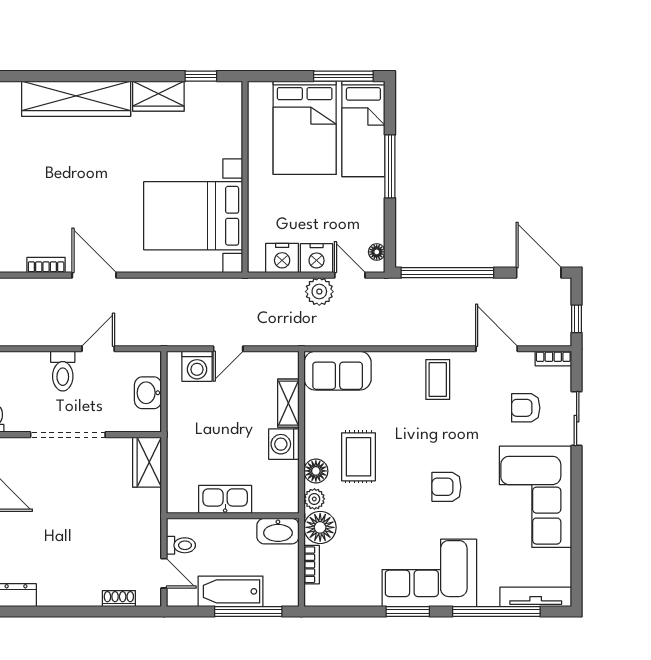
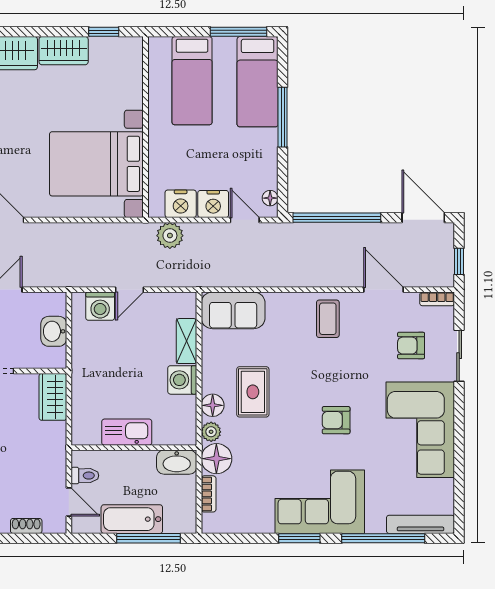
bed: (305, 128) -> (192, 81), width x0.67
plant: (319, 292) -> (170, 236), moved

